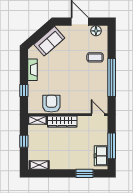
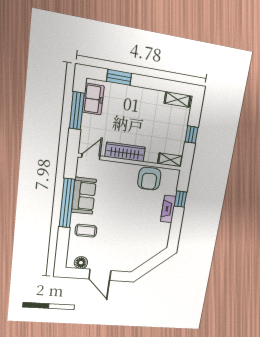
sofa: (49, 41) -> (84, 196), moved, turned 131
fireplace: (33, 70) -> (168, 209), moved
door: (98, 115) -> (91, 157), swing flipped
wardrobe: (62, 121) -> (125, 152), moved

